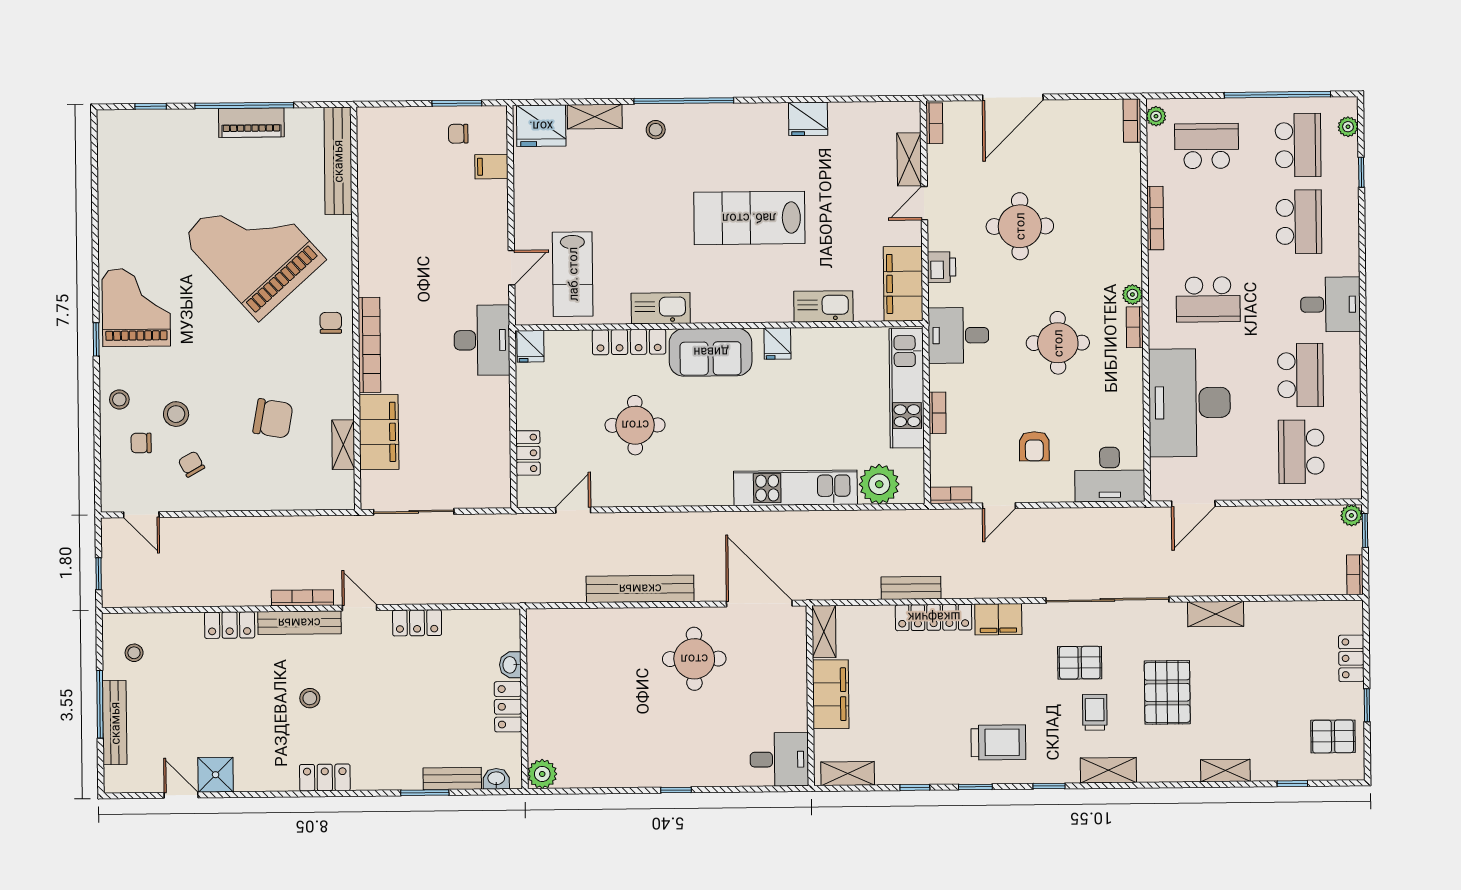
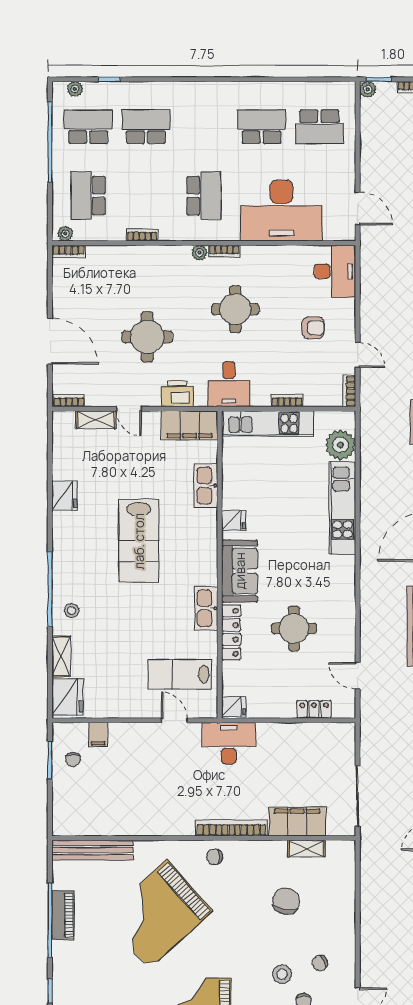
bookcase: (1155, 218) -> (142, 235), width x0.64
printer: (942, 267) -> (177, 394), width x1.36, depth x1.24
lab bench: (573, 274) -> (180, 674), turned 180
desk: (1330, 304) -> (209, 104), removed

